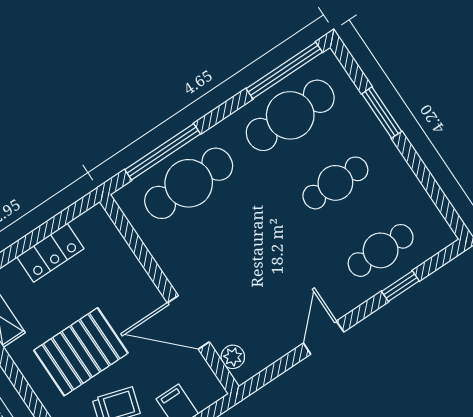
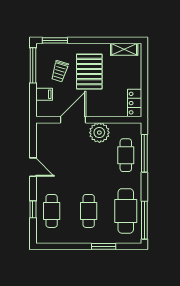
cafe table: (189, 183) -> (126, 155), width x0.73, depth x0.74
locker: (50, 253) -> (135, 103), moved
plant: (233, 357) -> (99, 133), moved, width x1.87, depth x1.87

